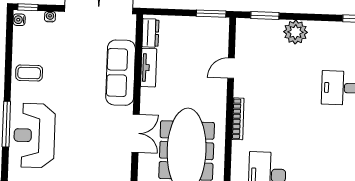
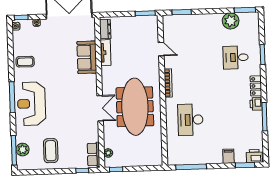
plant: (296, 32) -> (231, 21), moved
door: (231, 68) -> (161, 49), swing flipped
sofa: (121, 73) -> (87, 57), width x0.73
double door: (136, 133) -> (100, 108), moved

